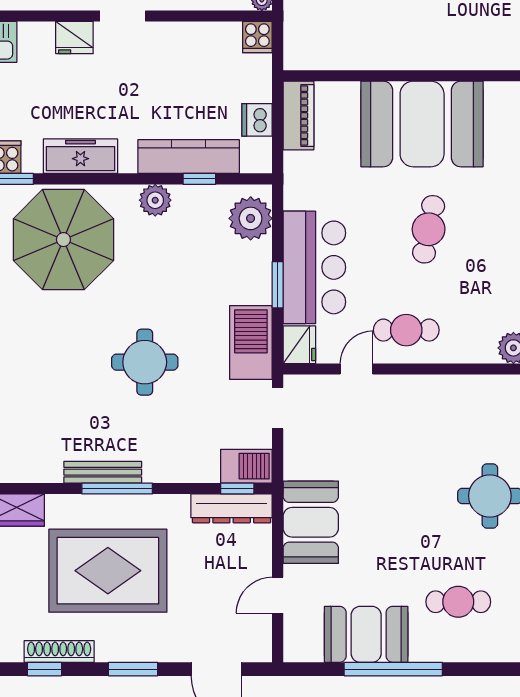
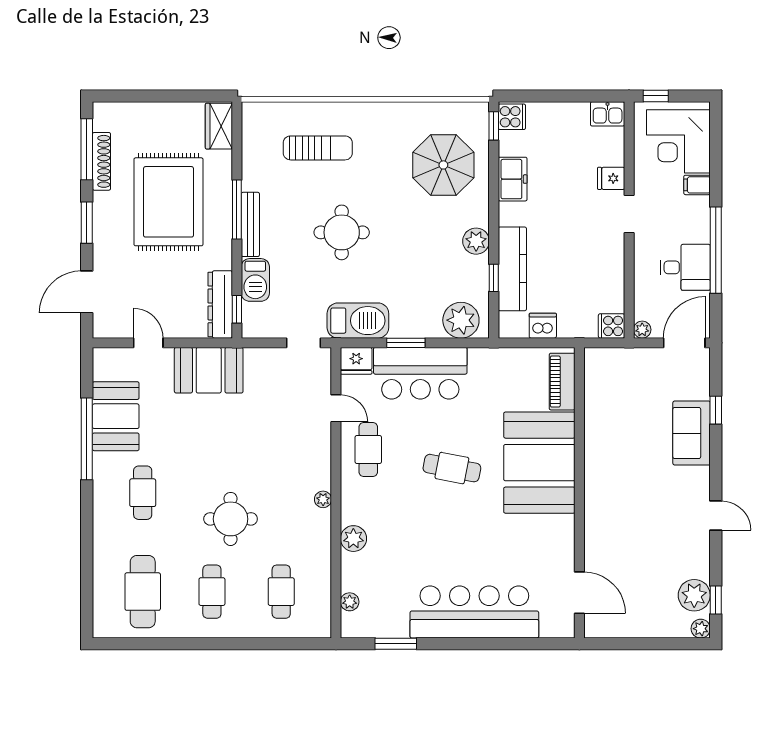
fridge: (74, 38) -> (611, 178), width x0.72
piano: (298, 116) -> (562, 382), moved, turned 90
freezer: (80, 156) -> (513, 179), width x0.71
parasol: (63, 240) -> (443, 165), width x0.73, depth x0.73
plant: (466, 385) -> (323, 499), added
sun lounger: (43, 391) -> (318, 148), added
barbecue: (246, 466) -> (255, 280), moved
bench: (103, 472) -> (250, 224), moved
window: (44, 669) -> (87, 149), width x2.17

